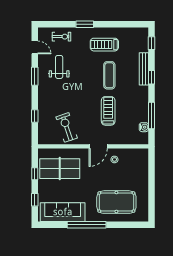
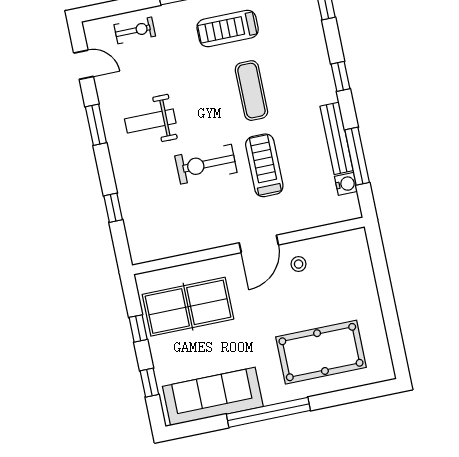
weight bench: (59, 67) -> (150, 121), moved, turned -90
bench: (144, 69) -> (337, 138), moved
exercise bike: (67, 127) -> (206, 164), moved, turned -71

